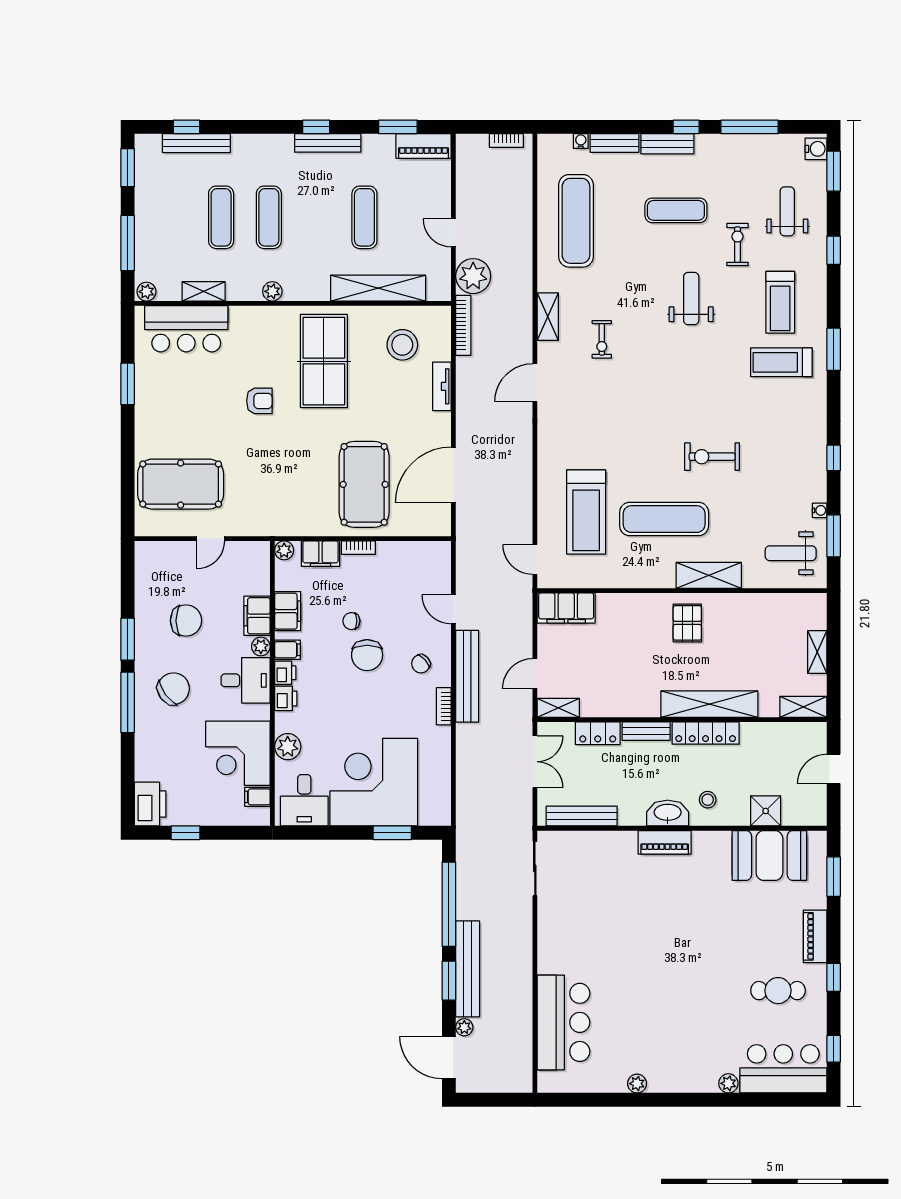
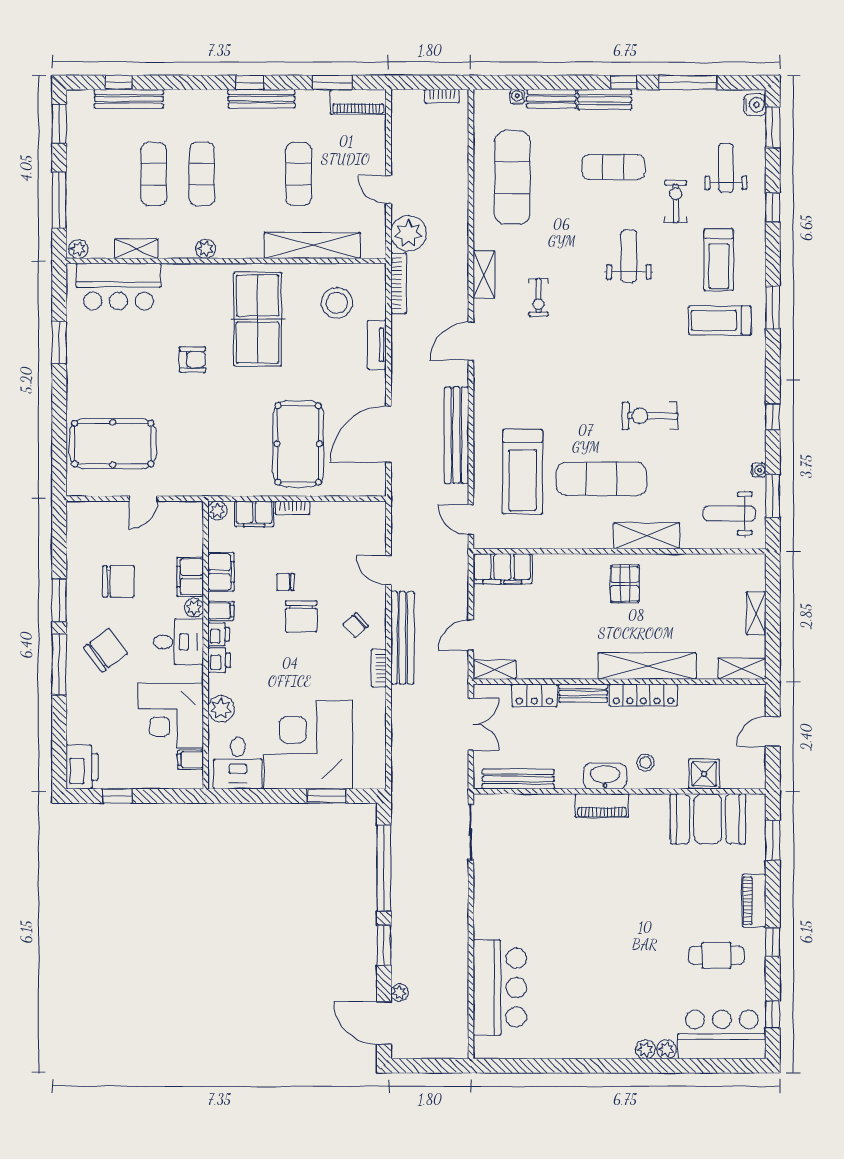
bench: (468, 969) -> (456, 435), moved
plant: (637, 1084) -> (645, 1049), moved

